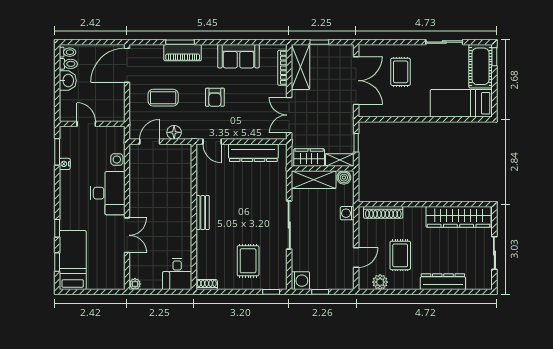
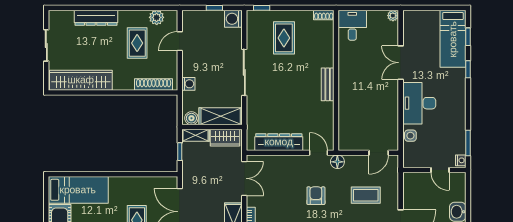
floor lamp: (174, 132) -> (337, 162), moved
nightstand: (65, 164) -> (461, 160), moved

